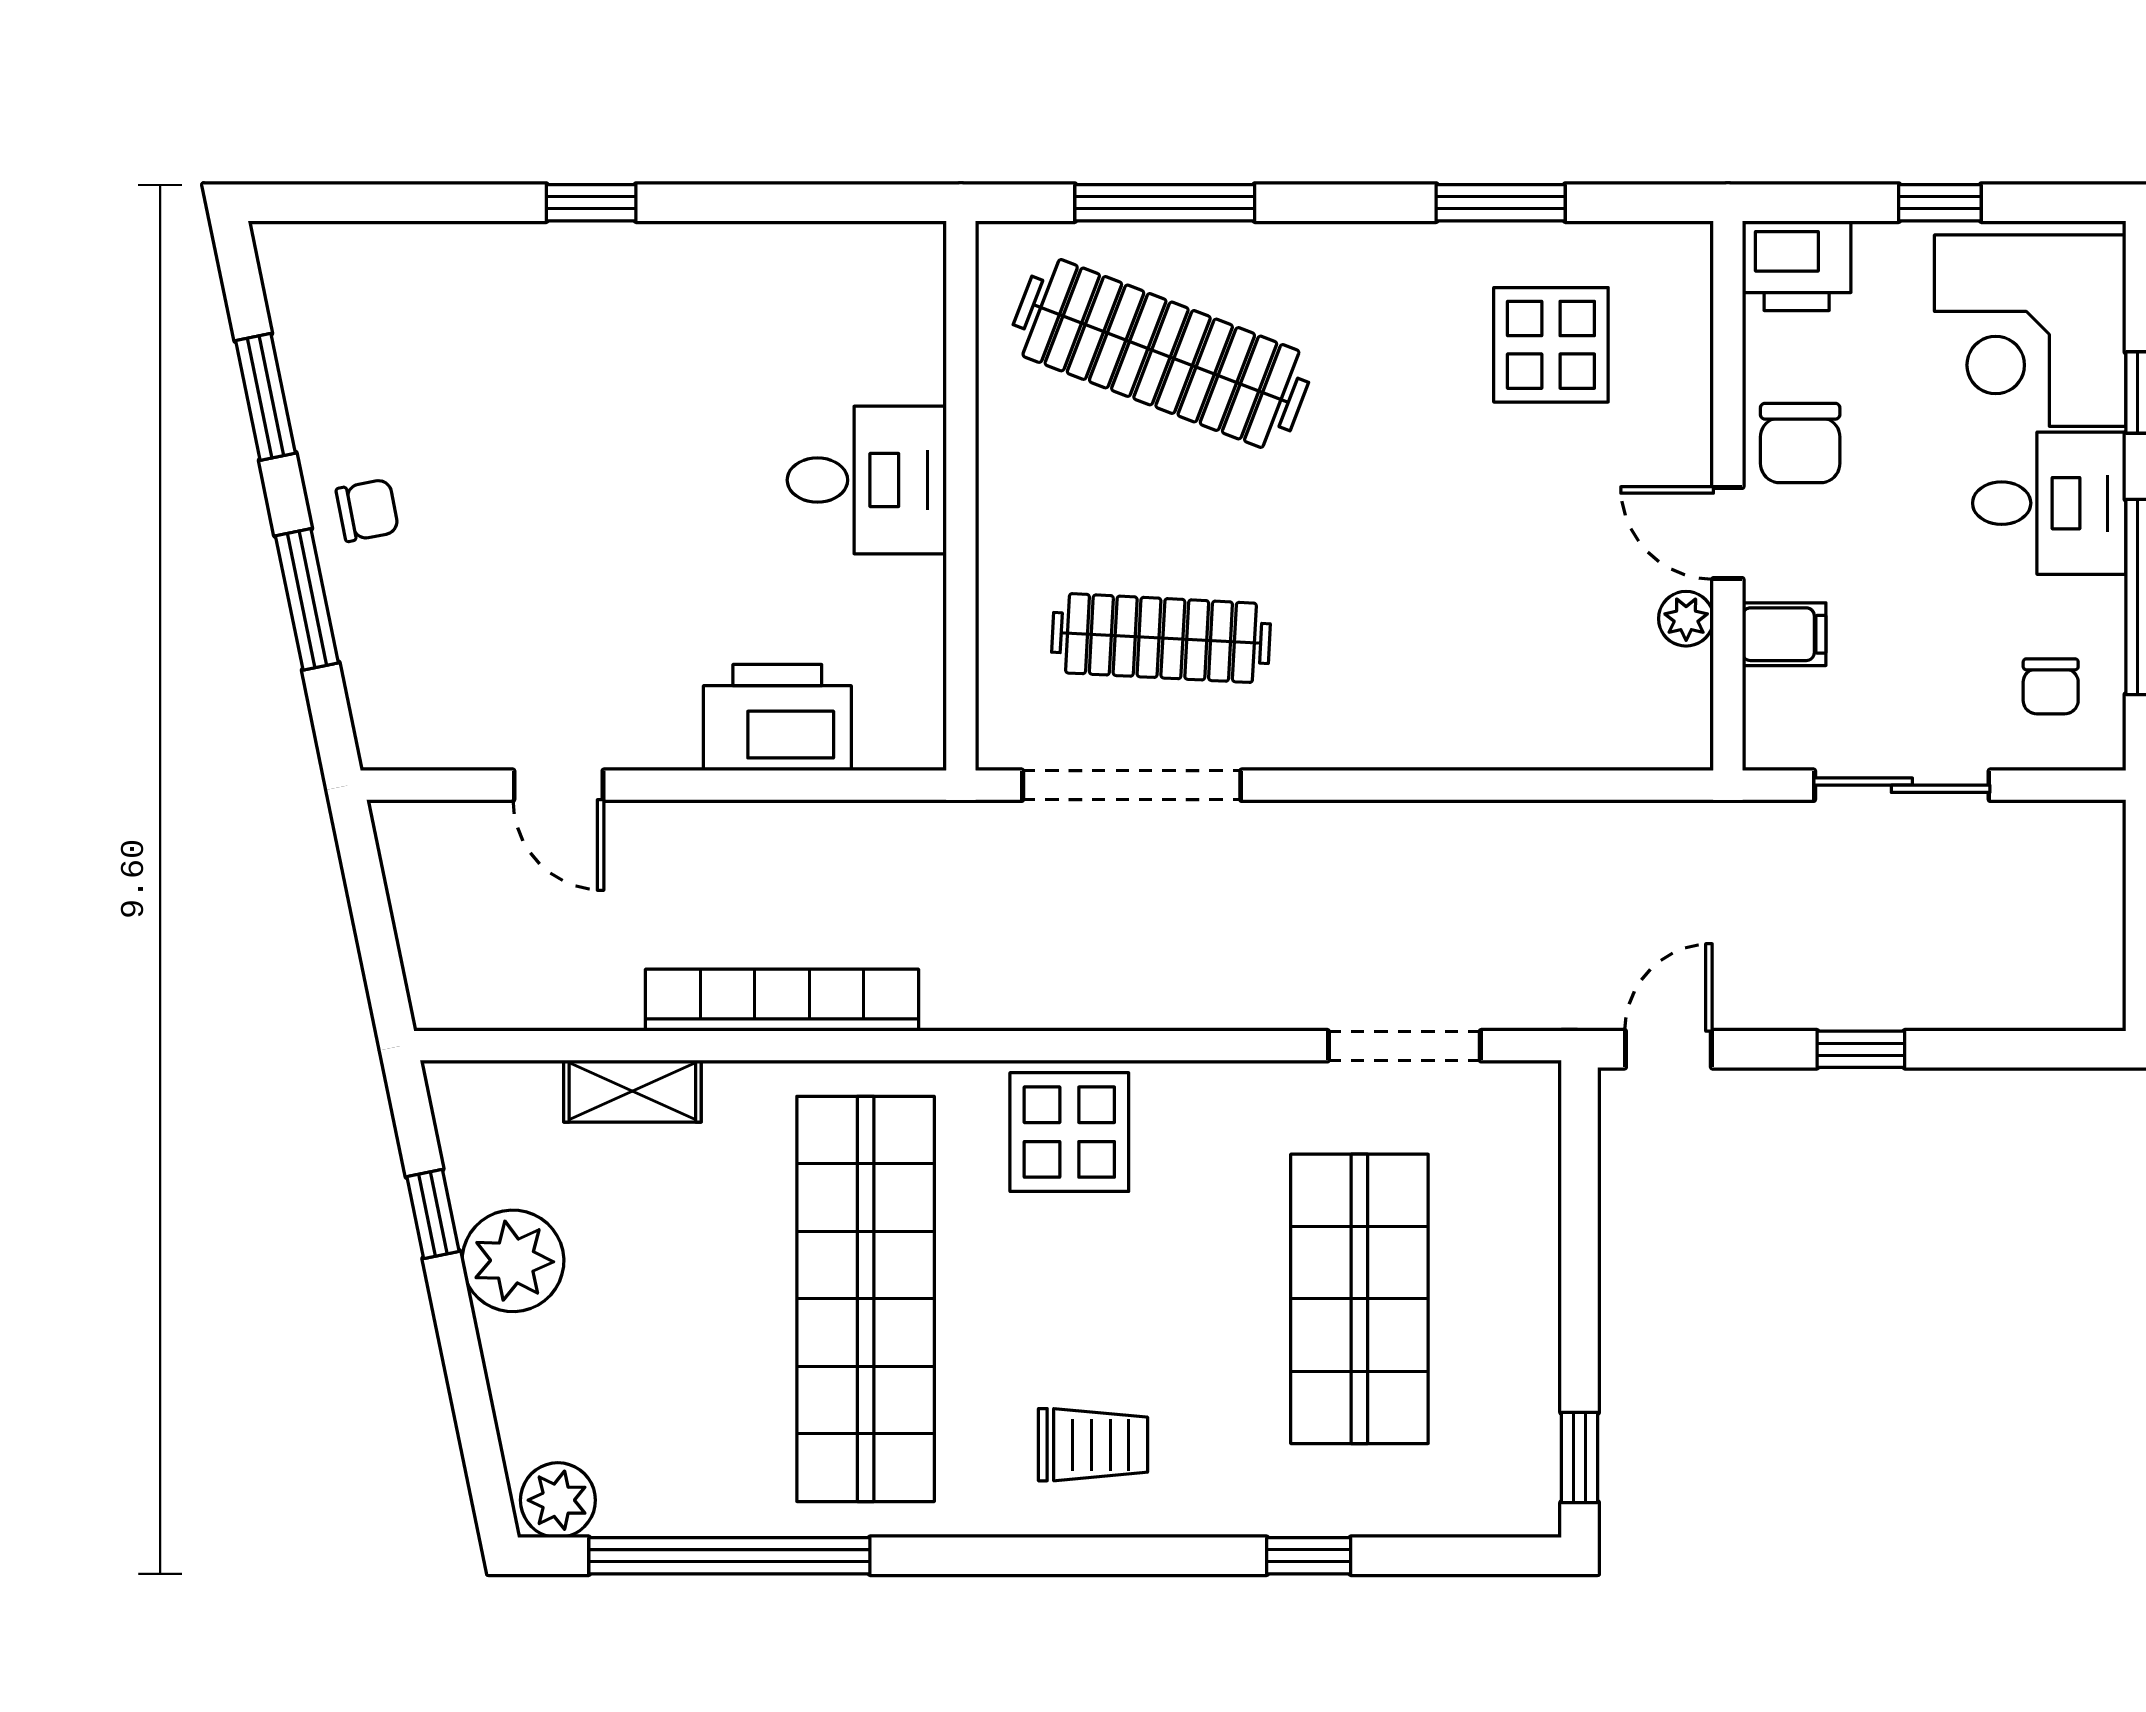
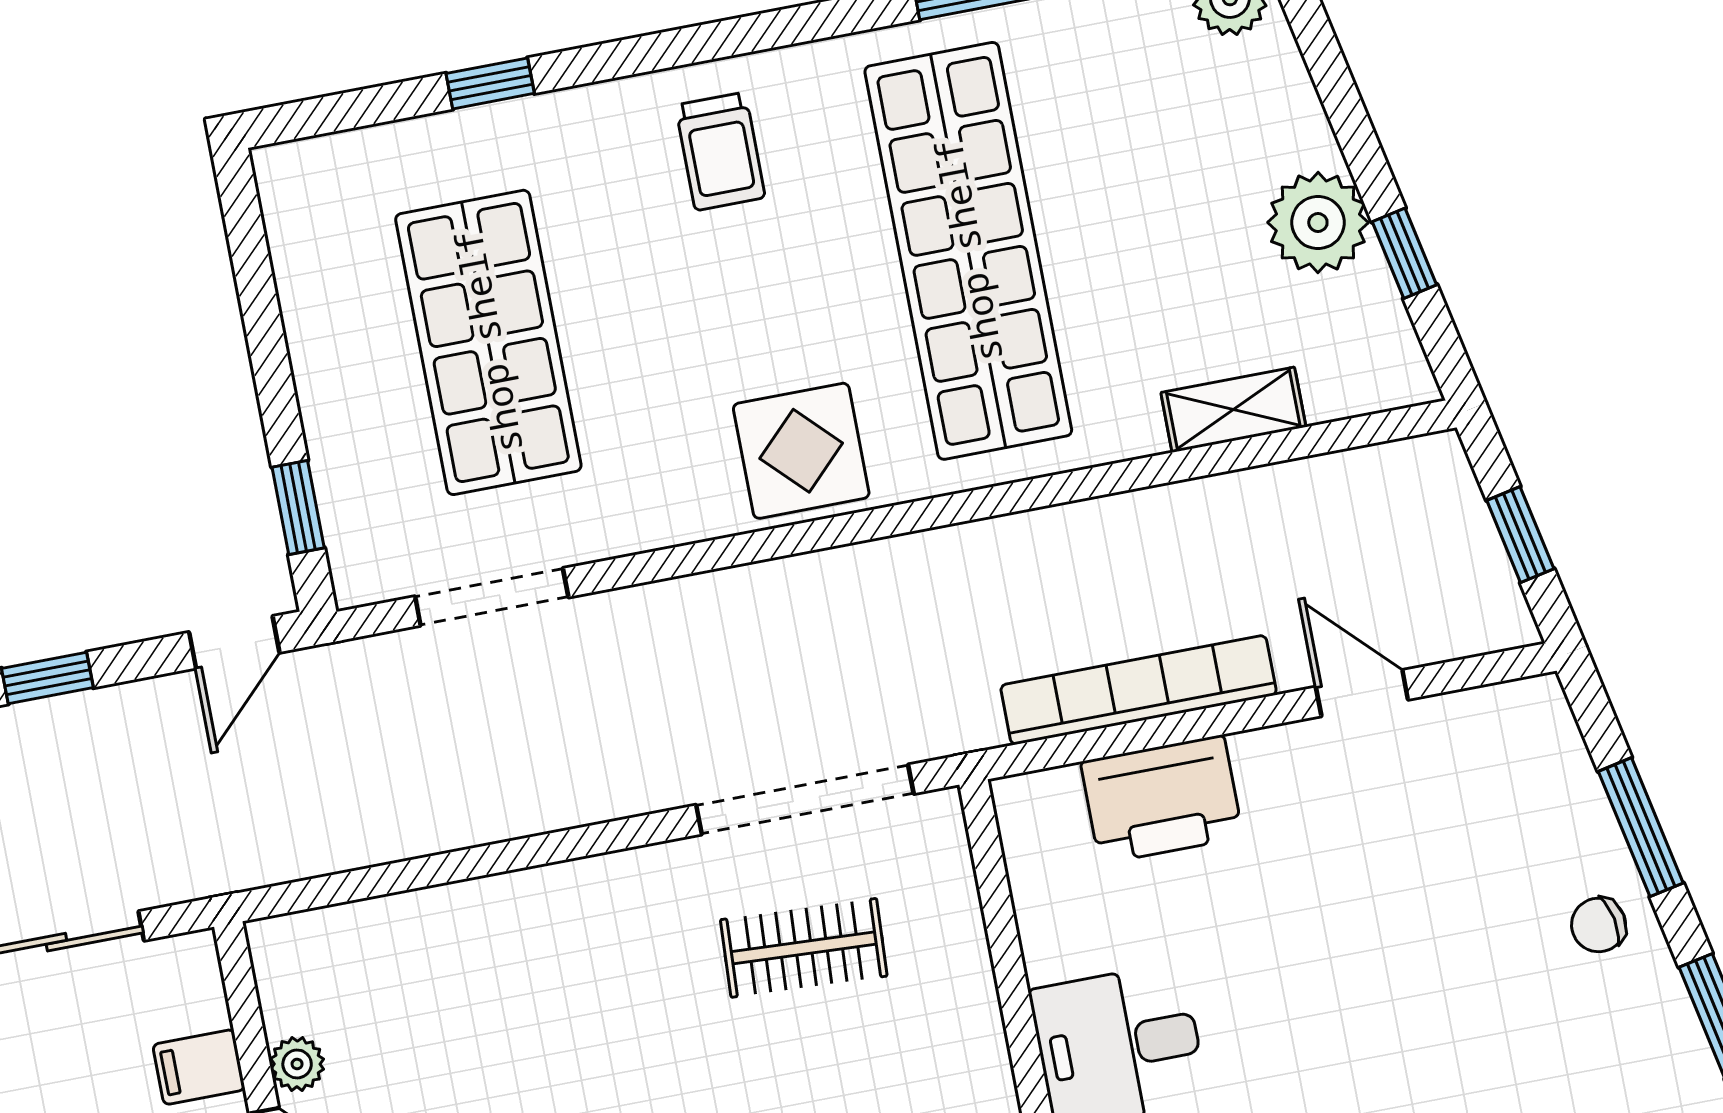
clothes rail: (1161, 638) -> (804, 948), width x0.73
window: (371, 913) -> (1520, 535), added
bookcase: (782, 1000) -> (1139, 690), moved, turned 180
trolley: (1093, 1445) -> (720, 151), turned -90
window: (1580, 1458) -> (298, 508), moved

